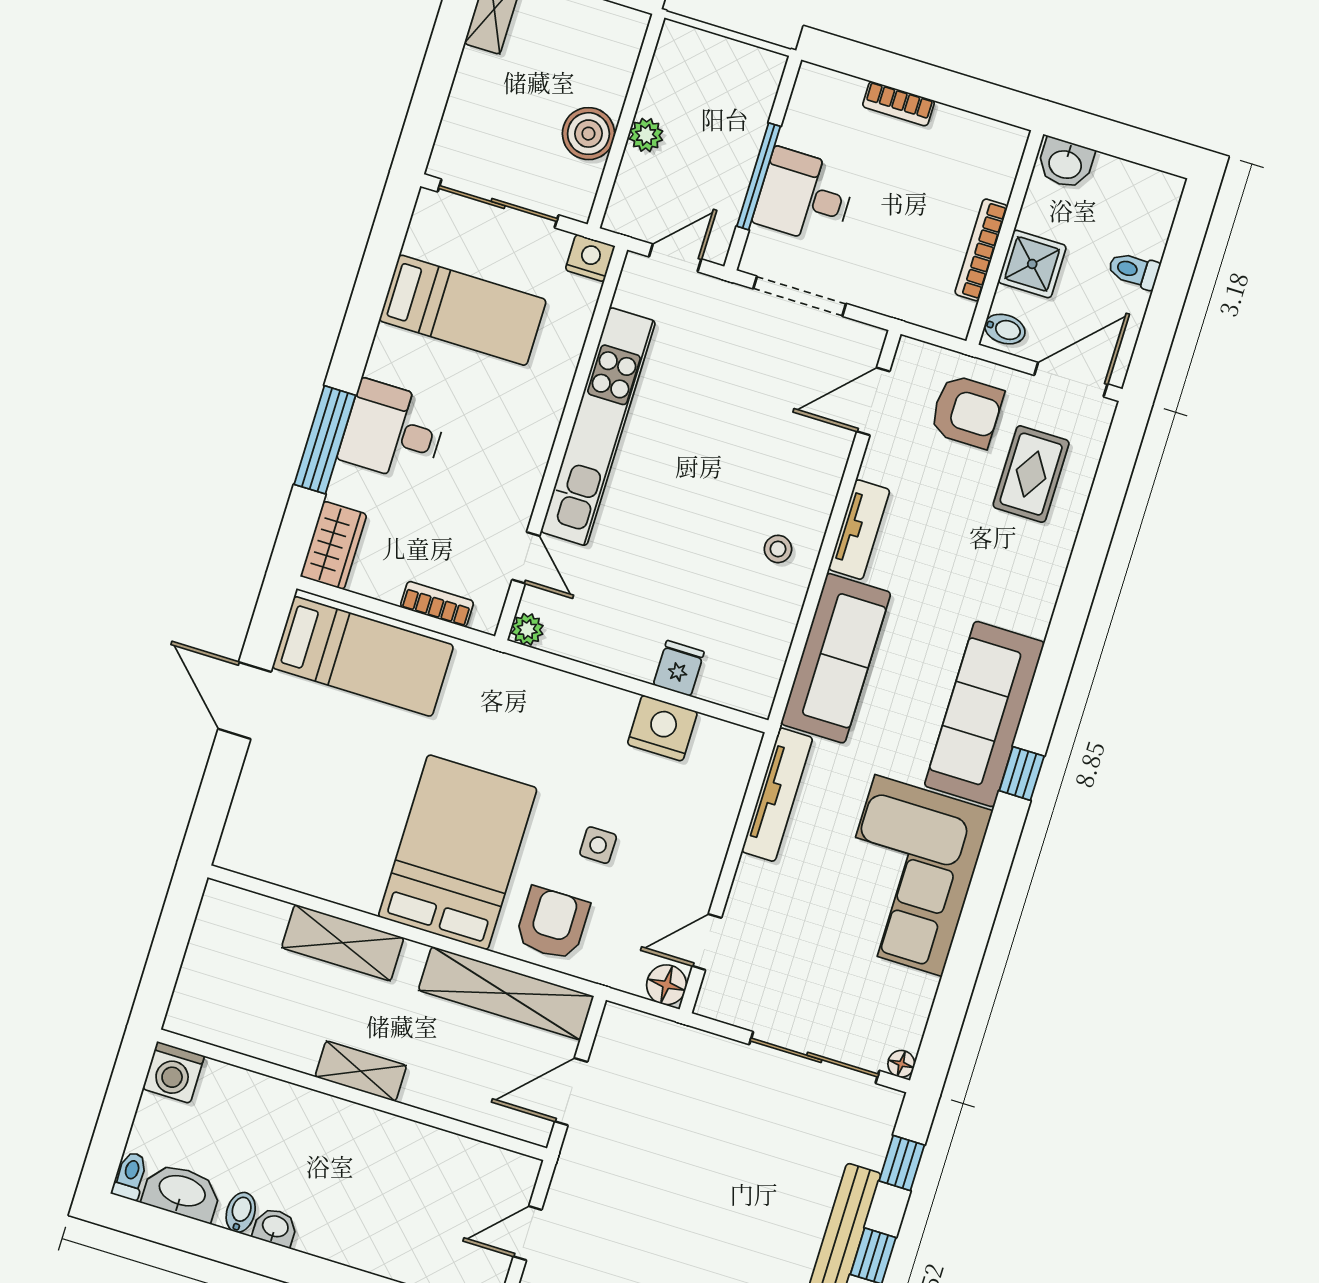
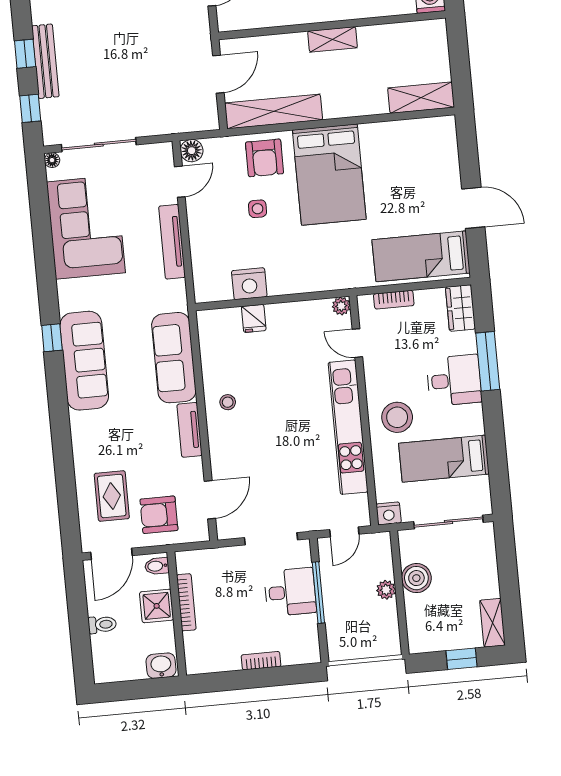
stool: (511, 409) -> (397, 417), added
tv unit: (777, 795) -> (172, 242), moved
corner sofa: (908, 875) -> (86, 227), moved
shelving: (343, 943) -> (421, 98), moved

